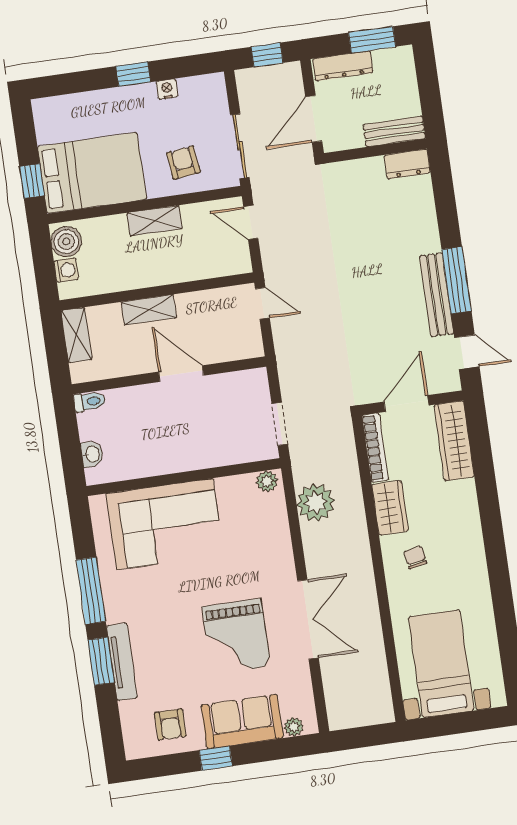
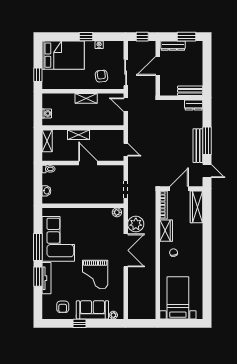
bench: (394, 131) -> (190, 91), moved
wall: (376, 151) -> (181, 98), moved
dresser: (407, 164) -> (194, 105), moved
bed: (92, 173) -> (63, 55), moved
boiler: (66, 242) -> (49, 102), removed
door: (262, 303) -> (126, 150), moved
corner sofa: (165, 524) -> (58, 239), moved, turned -90
double door: (308, 619) -> (126, 250), moved

